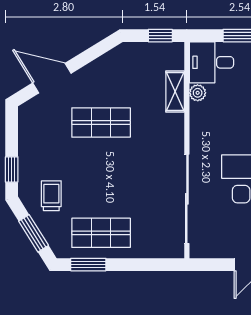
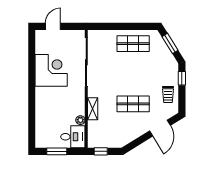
door: (52, 78) -> (160, 128), hinge flipped
shelving: (175, 91) -> (93, 109), moved
trolley: (51, 196) -> (168, 95), moved
window: (88, 265) -> (140, 26), removed

